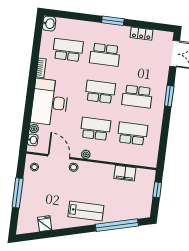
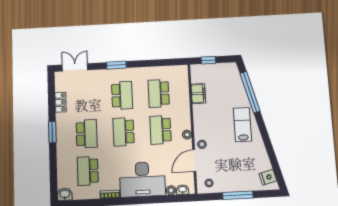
fridge: (45, 224) -> (268, 177), moved

